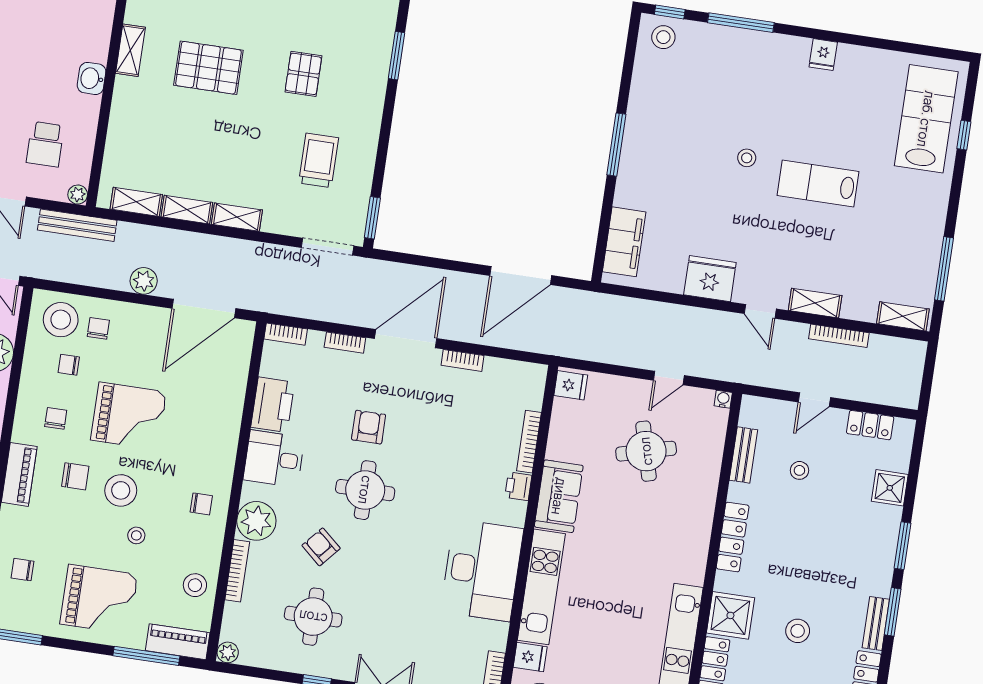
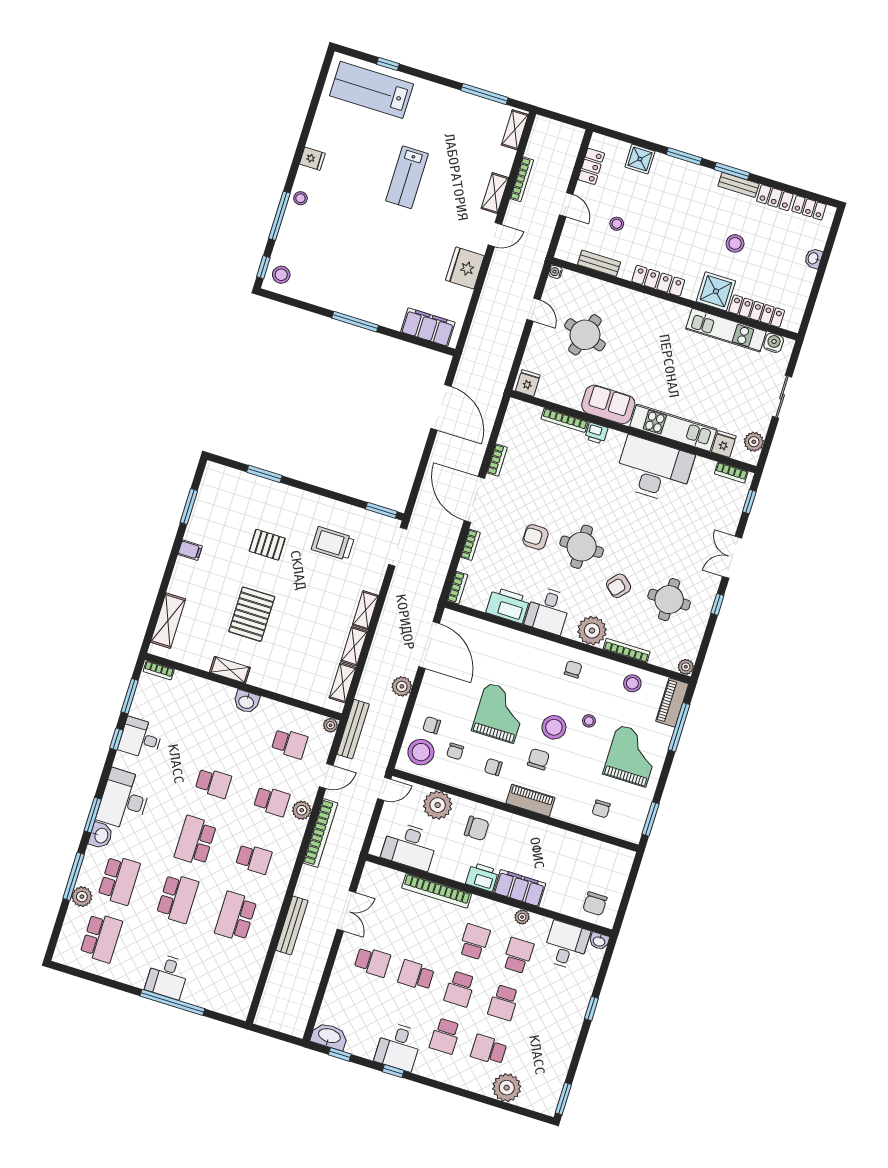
stool: (747, 158) -> (300, 198), moved
round table: (646, 451) -> (585, 335), turned 33

